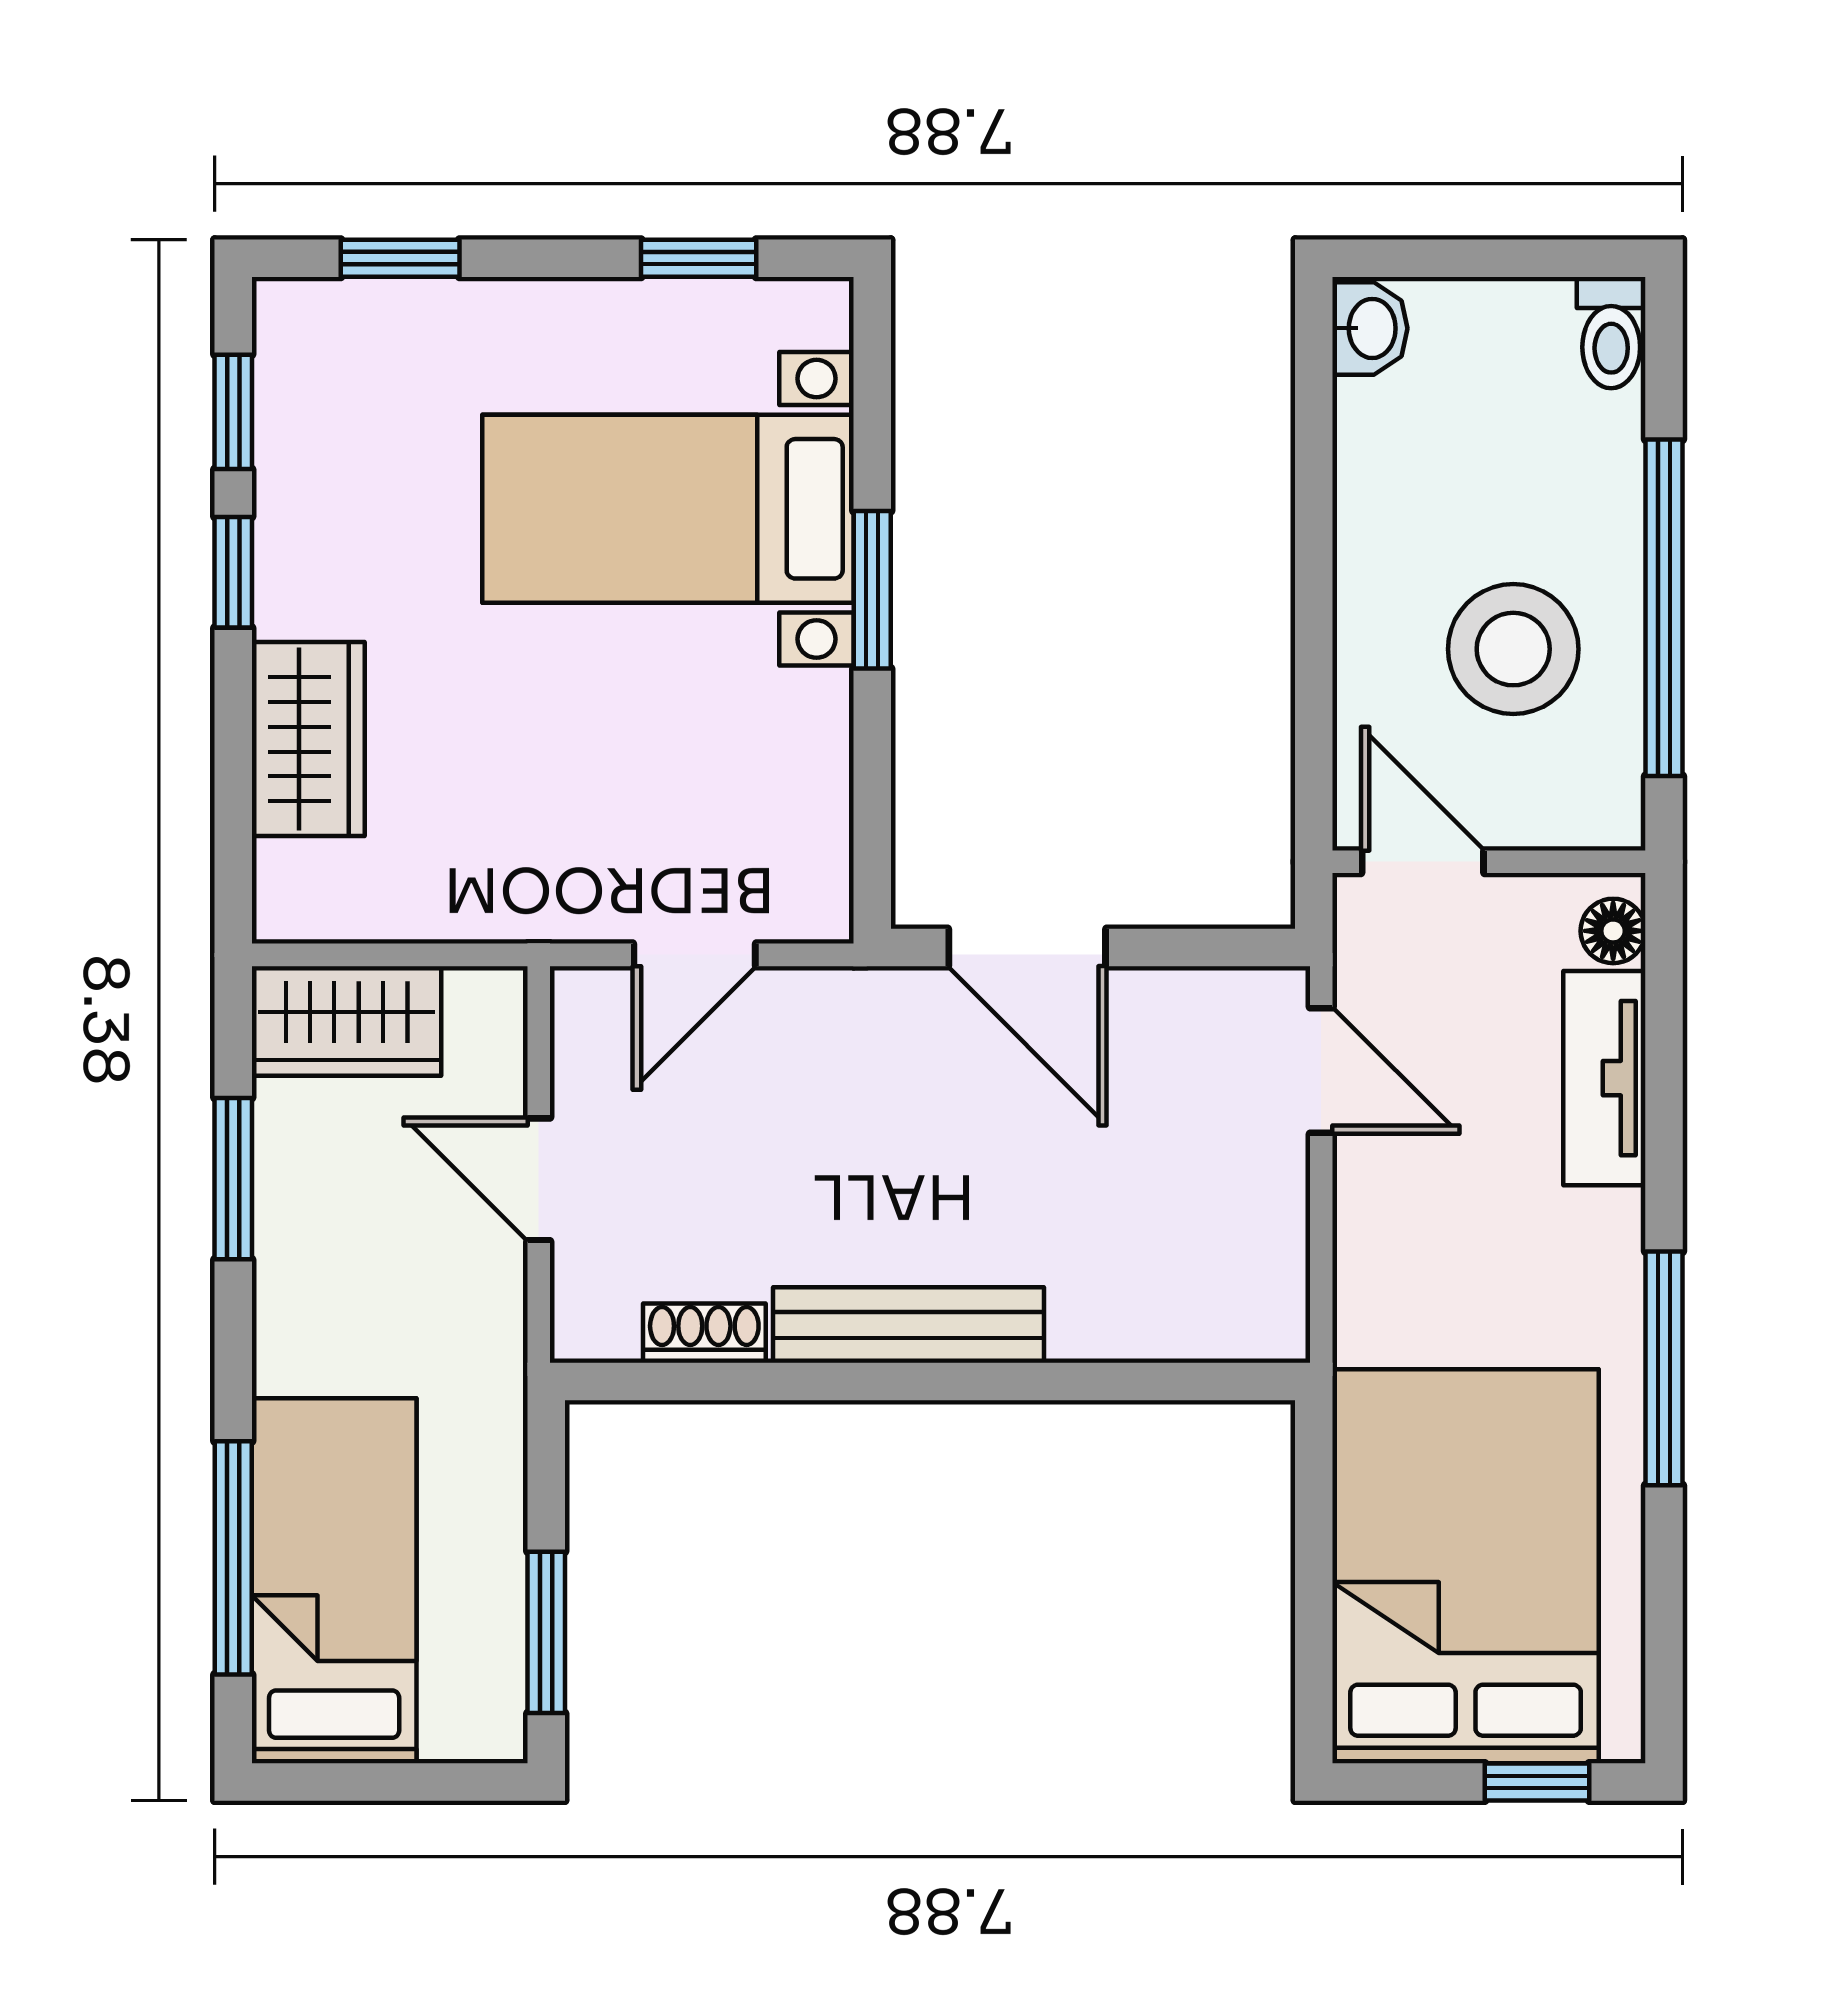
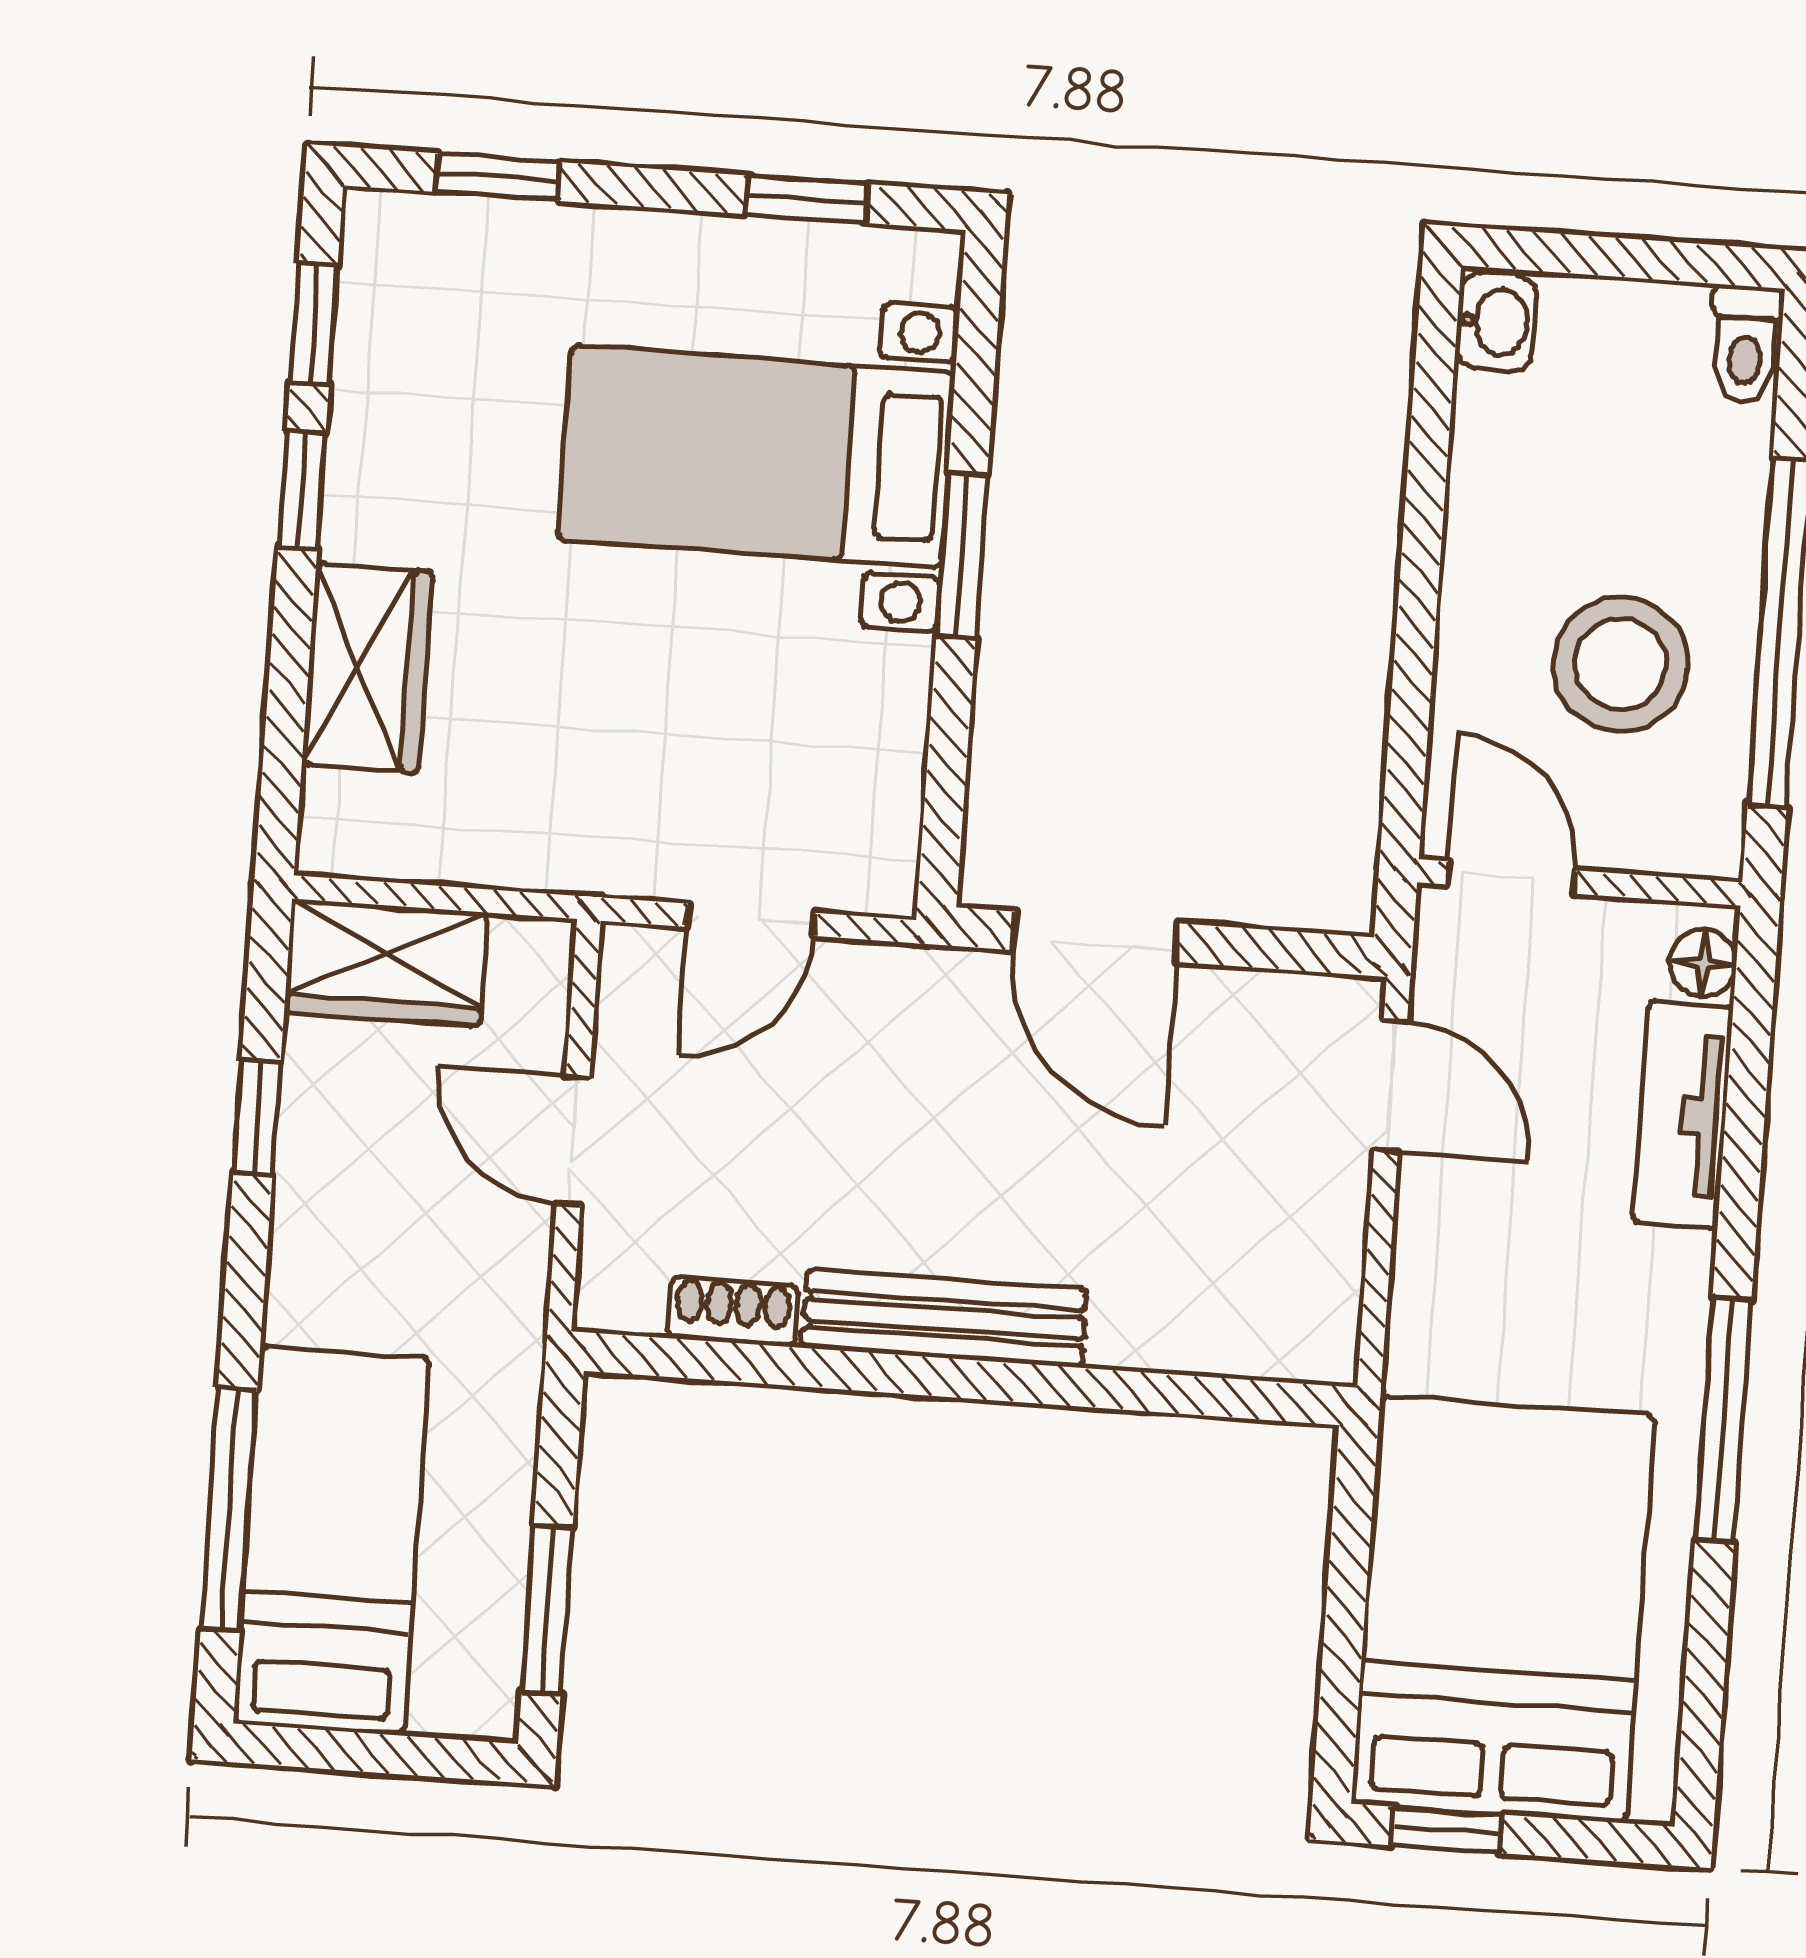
window: (233, 1179) -> (257, 1117), width x0.67
window: (1537, 1782) -> (1447, 1830), moved

